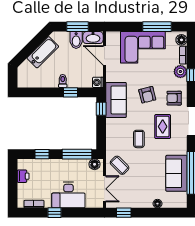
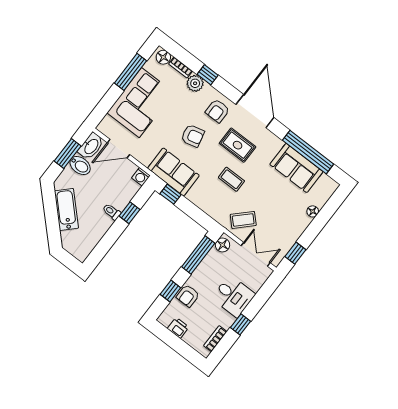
armchair: (47, 167) -> (188, 296), added
desk: (68, 195) -> (233, 296), width x0.73

